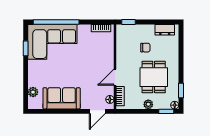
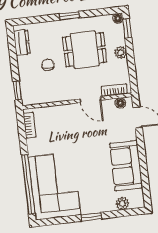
window: (26, 48) -> (91, 217), moved
window: (181, 91) -> (69, 16), moved

